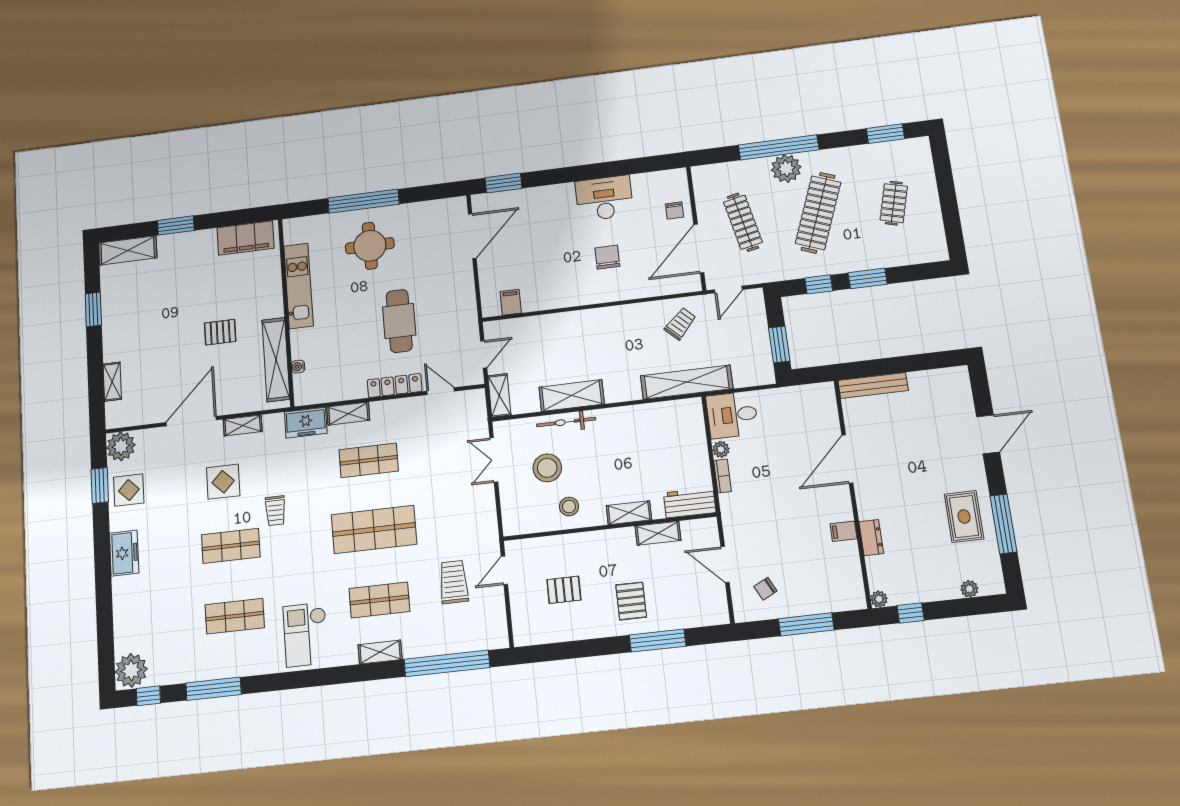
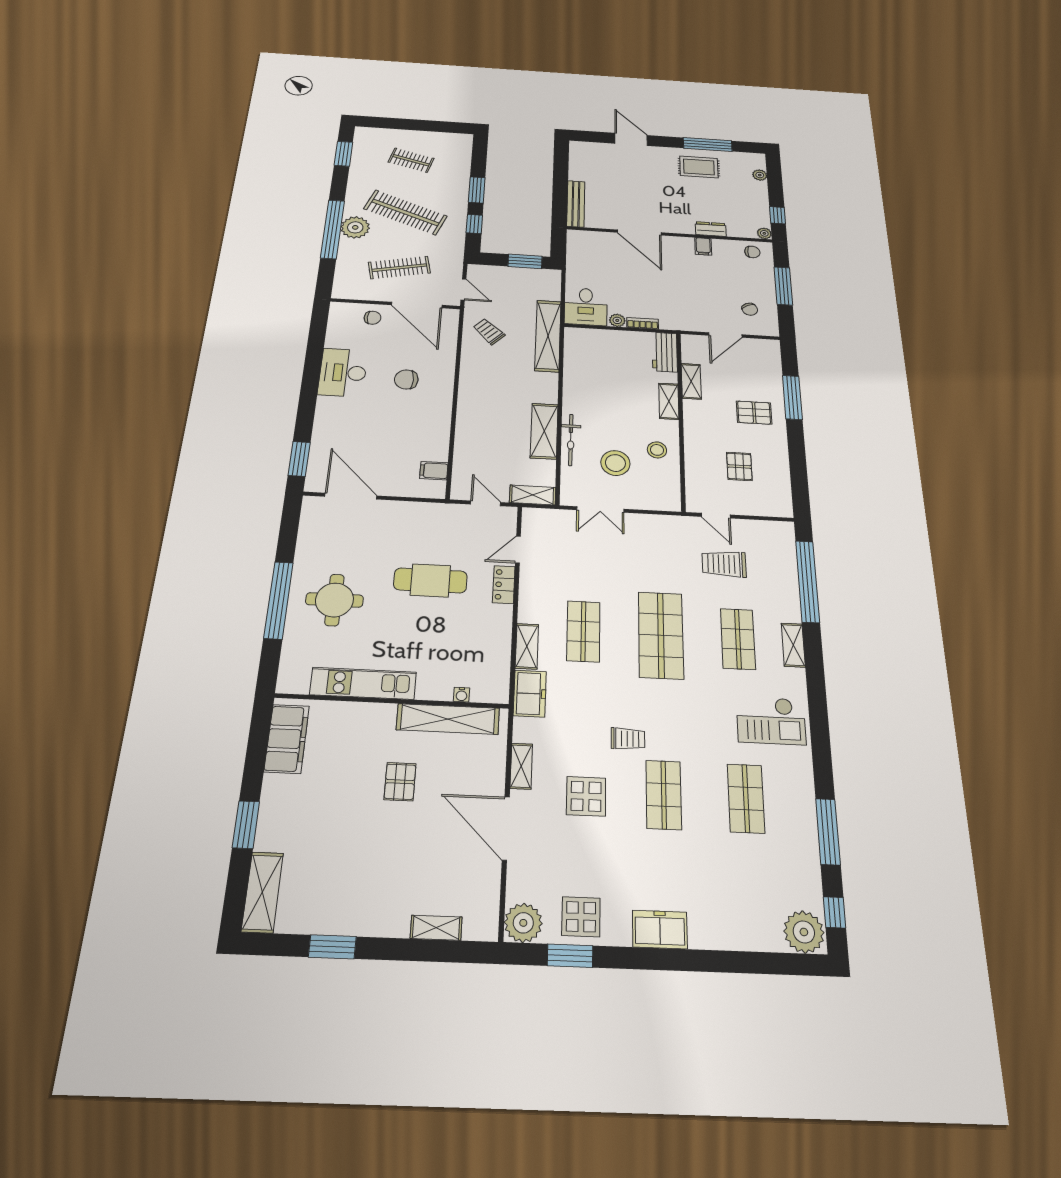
locker: (395, 386) -> (504, 585), width x0.66
chair: (848, 587) -> (752, 252), added

